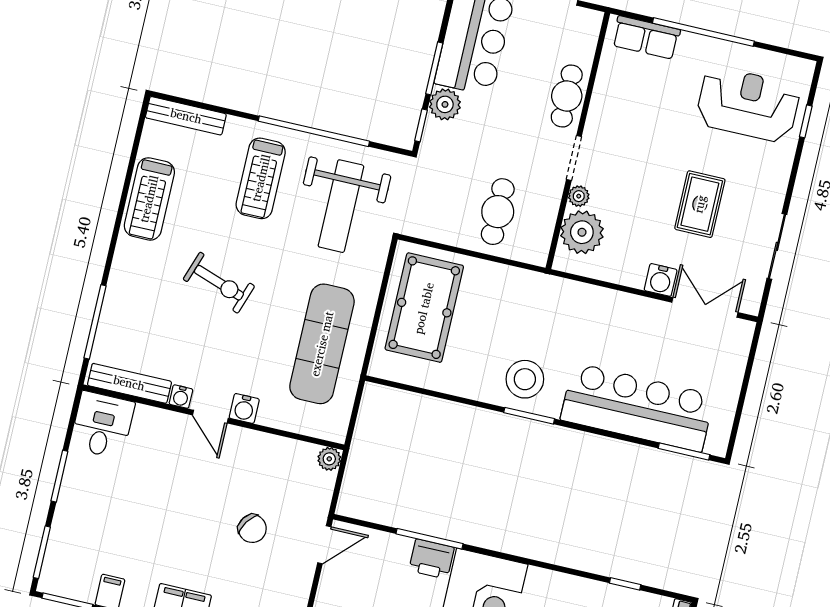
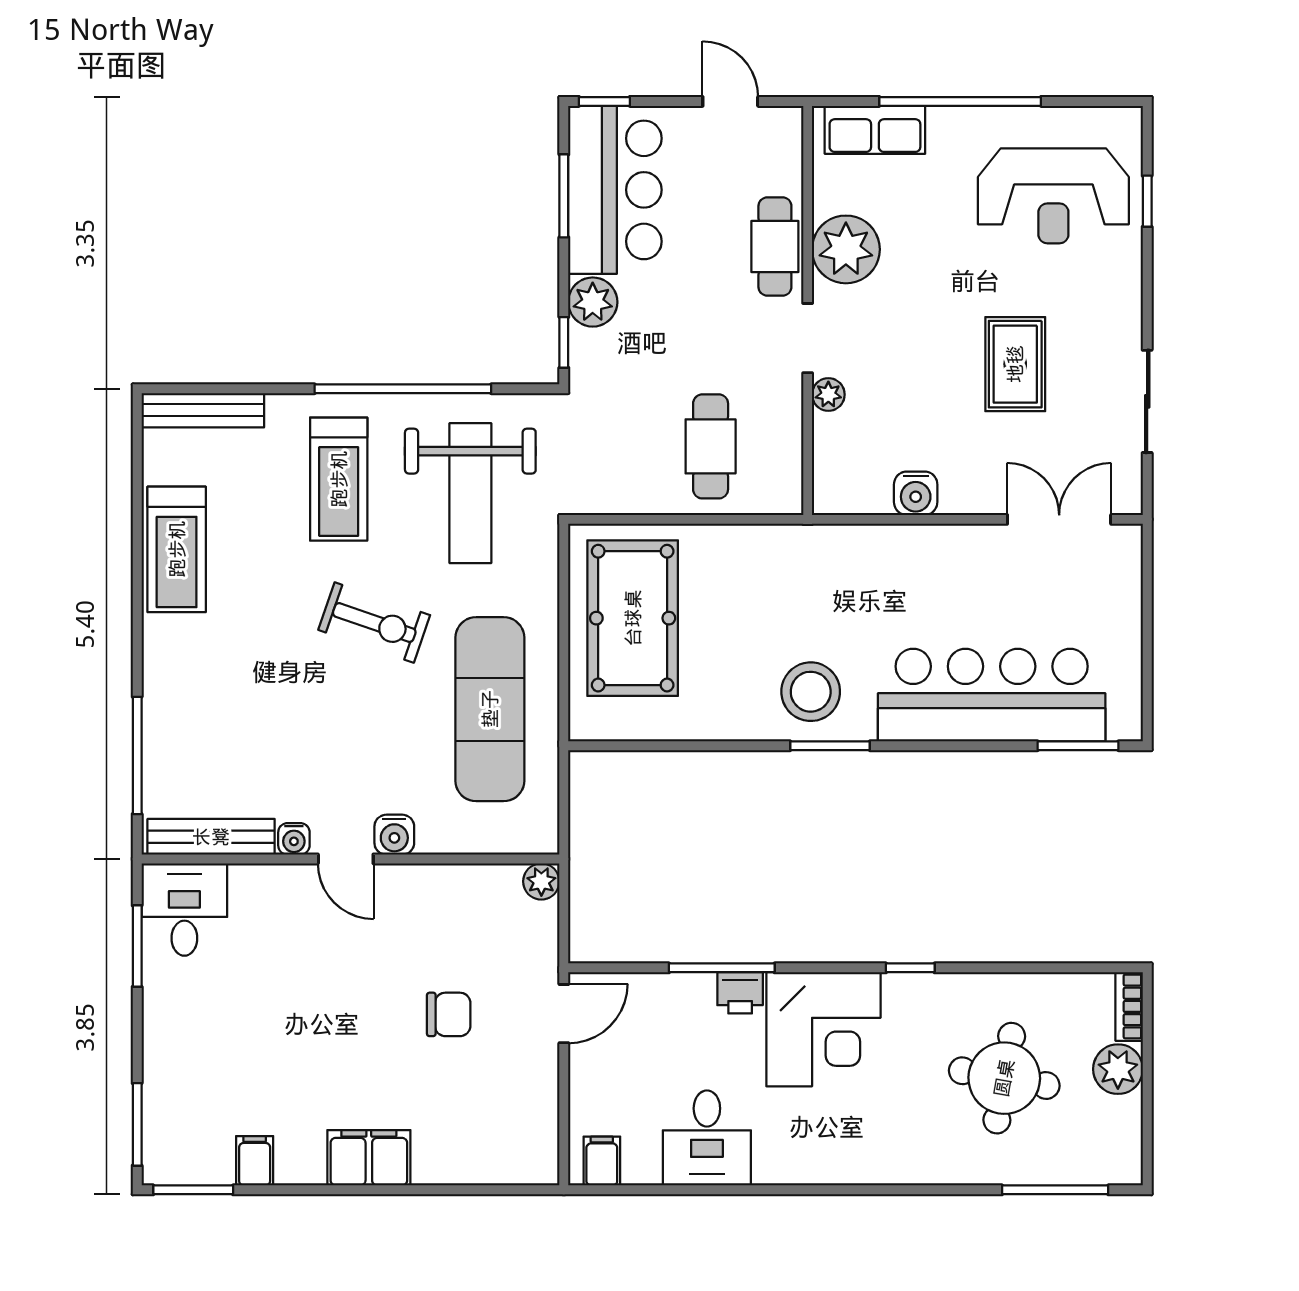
window: (434, 68) -> (564, 196), moved
reception desk: (748, 104) -> (1053, 196), turned 180
plant: (582, 232) -> (846, 249), moved
water cooler: (661, 280) -> (916, 493), moved
exercise bike: (219, 283) -> (374, 623), moved
window: (59, 476) -> (137, 946), moved
chair: (252, 529) -> (449, 1014), turned -34
printer: (431, 559) -> (740, 993), width x0.73, depth x0.81
window: (625, 584) -> (910, 968), moved

